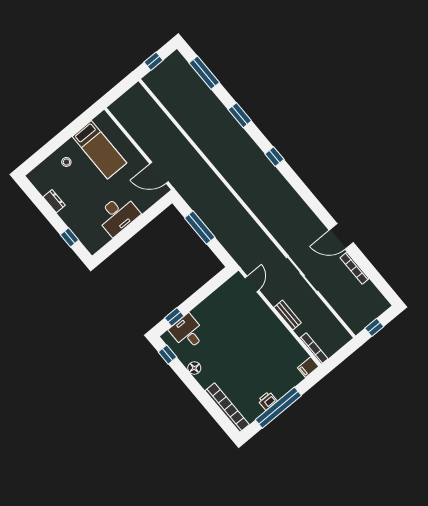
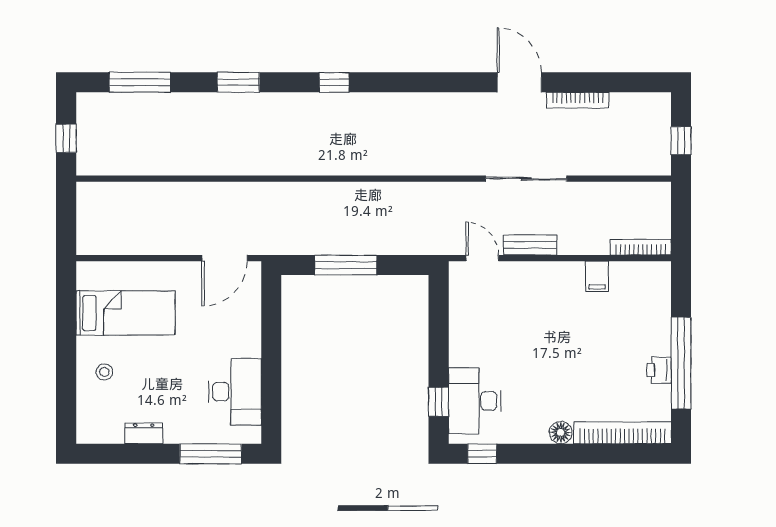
desk: (118, 215) -> (235, 392), moved
door: (341, 236) -> (519, 82), swing flipped
window: (69, 237) -> (211, 454), width x2.17
bench: (288, 315) -> (530, 245), moved
desk: (188, 332) -> (475, 401), width x1.37
filing cabinet: (308, 367) -> (597, 276), moved
floor lamp: (194, 368) -> (561, 433), moved

